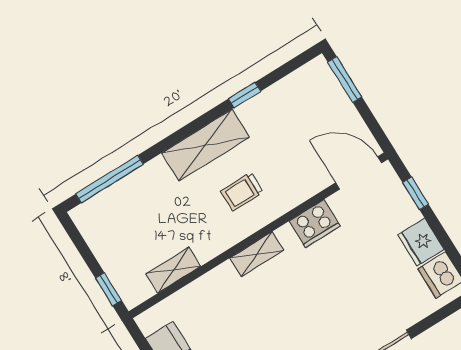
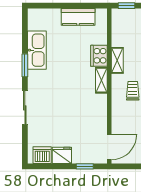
cooker: (315, 224) -> (99, 56), moved
shelving: (173, 270) -> (117, 60), moved

